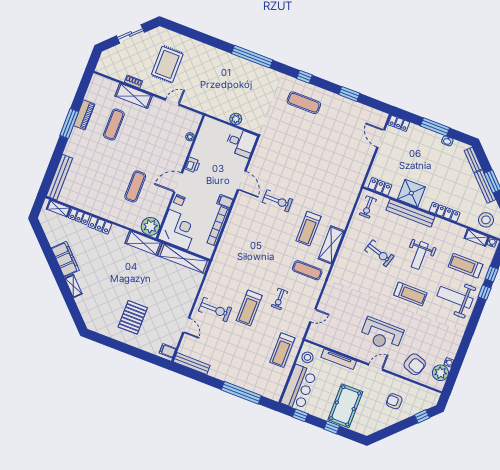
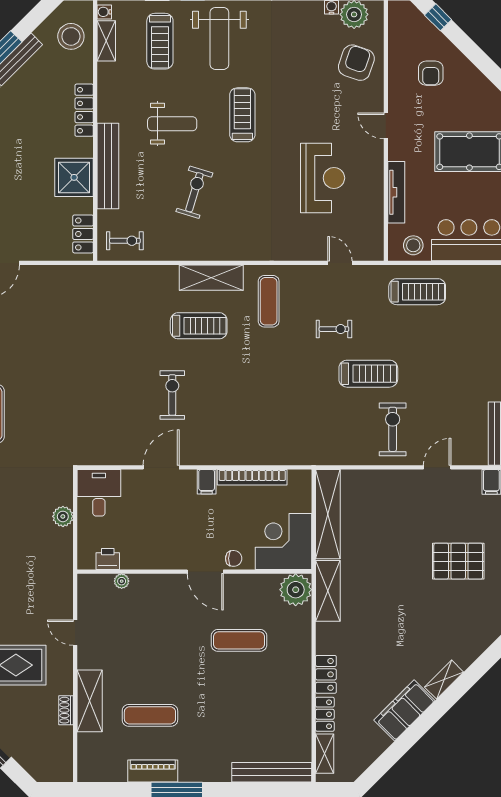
printer: (192, 165) -> (108, 559), moved
reception desk: (382, 335) -> (323, 178), moved

